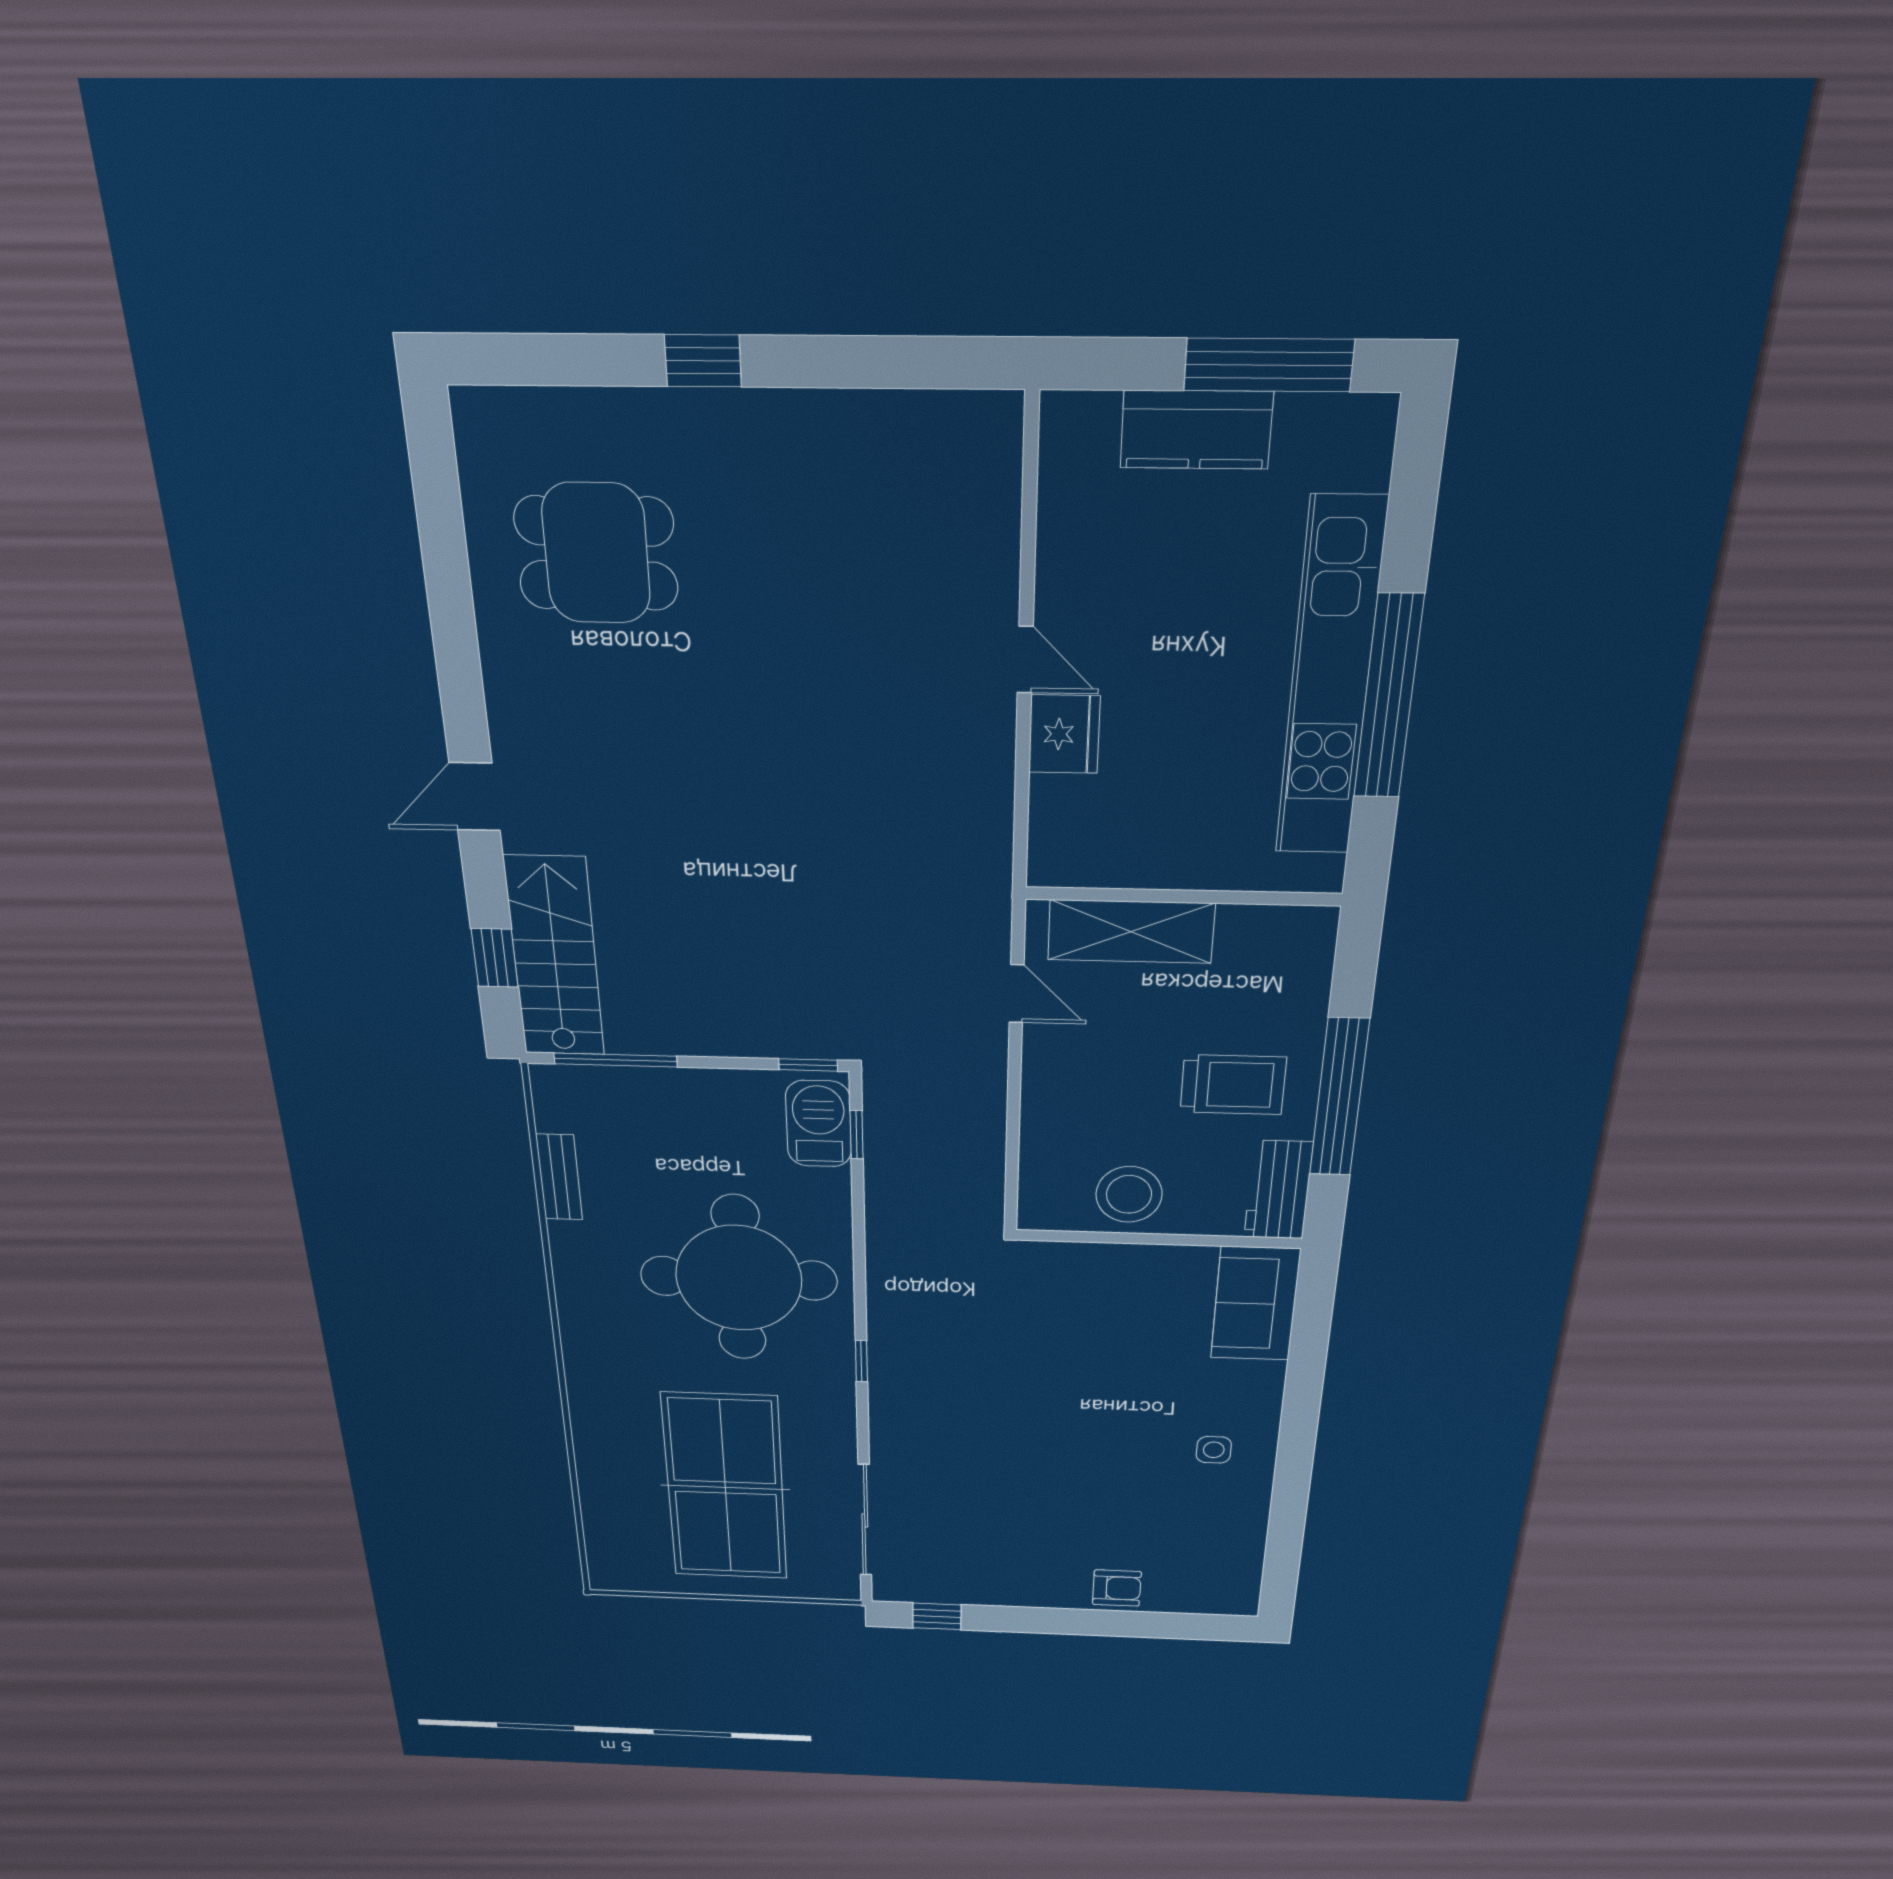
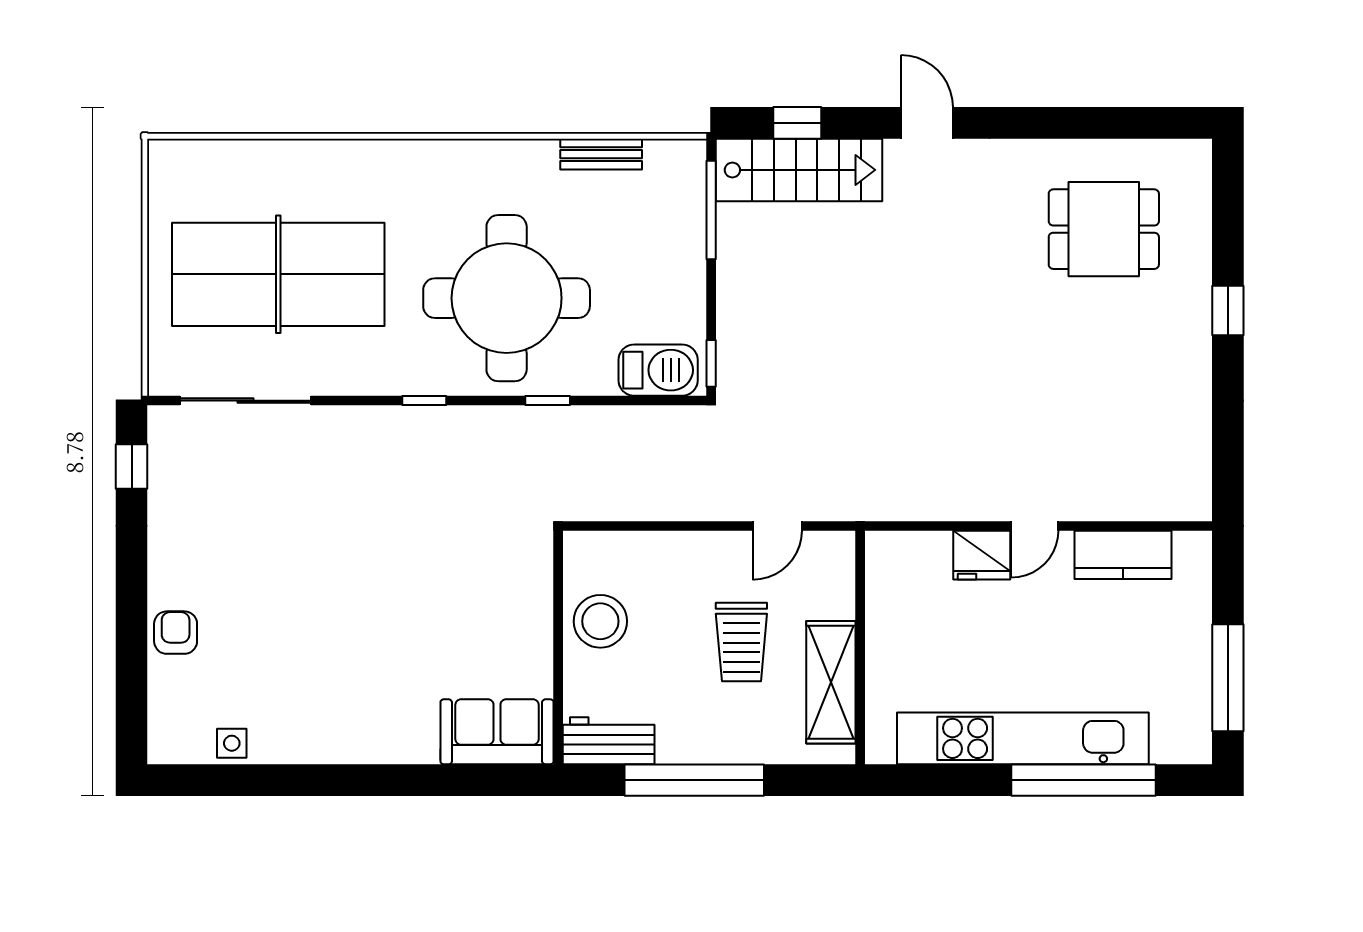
kitchen counter: (1196, 430) -> (1123, 555), moved, turned -90
dining table: (596, 553) -> (1104, 229), turned 90
window: (1388, 697) -> (1084, 780), moved
shelving: (1131, 932) -> (831, 682), moved
trolley: (1233, 1085) -> (741, 642), moved
window: (857, 1135) -> (548, 401), moved
side table: (1214, 1450) -> (232, 743), moved
armchair: (1117, 1588) -> (176, 633), turned 180

